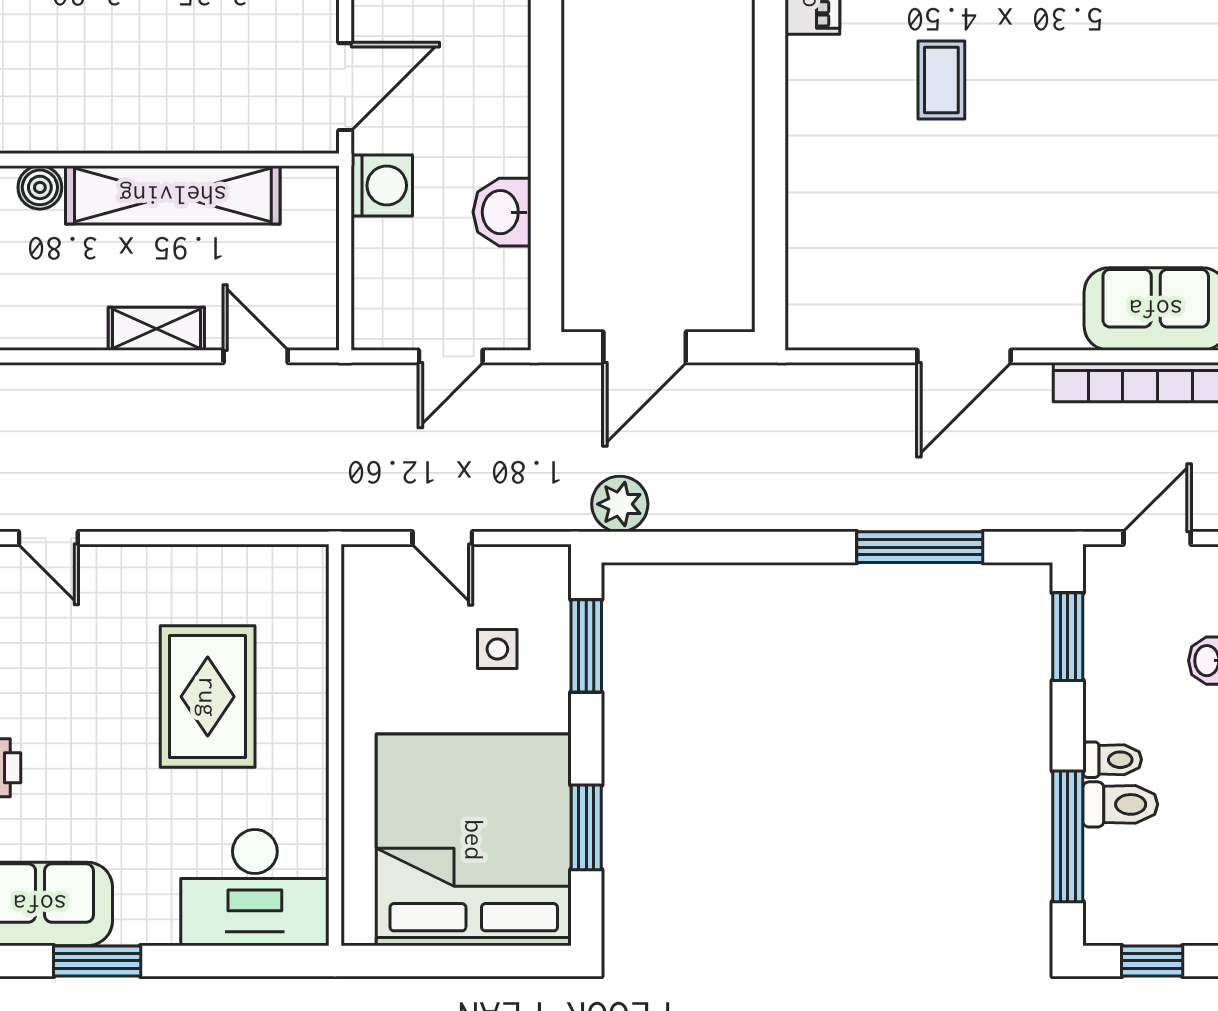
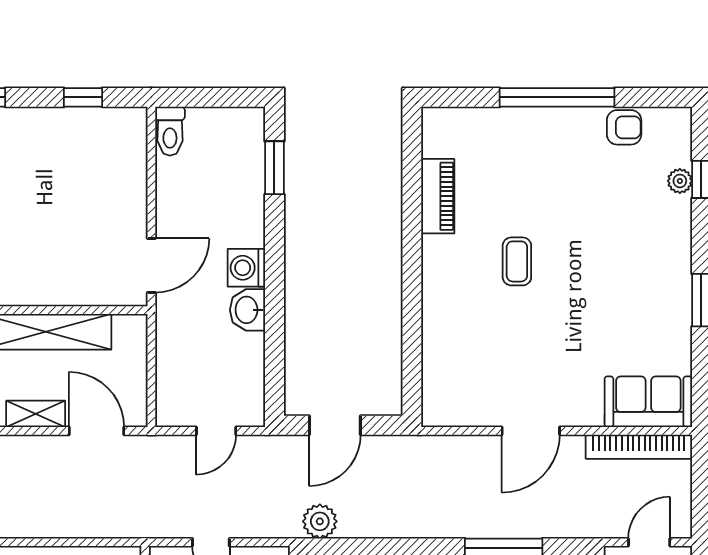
washing machine: (382, 185) -> (246, 268), moved, turned 180
washbasin: (502, 212) -> (248, 310), moved
door: (256, 356) -> (97, 431), width x1.38

